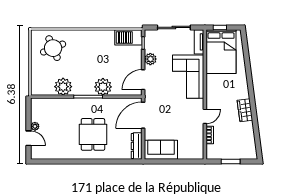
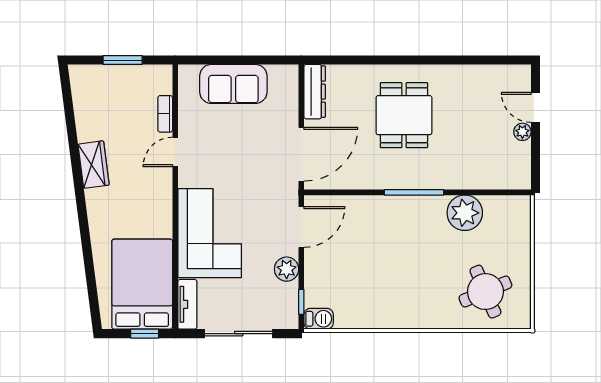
barbecue: (128, 37) -> (319, 319), width x0.53, depth x0.65
plant: (103, 87) -> (383, 213), removed
sofa: (161, 150) -> (233, 84), moved

